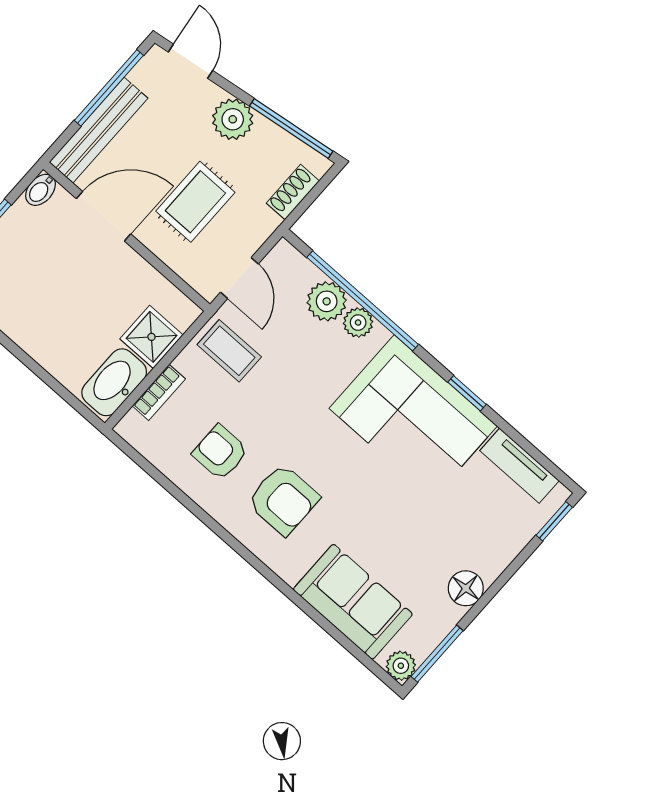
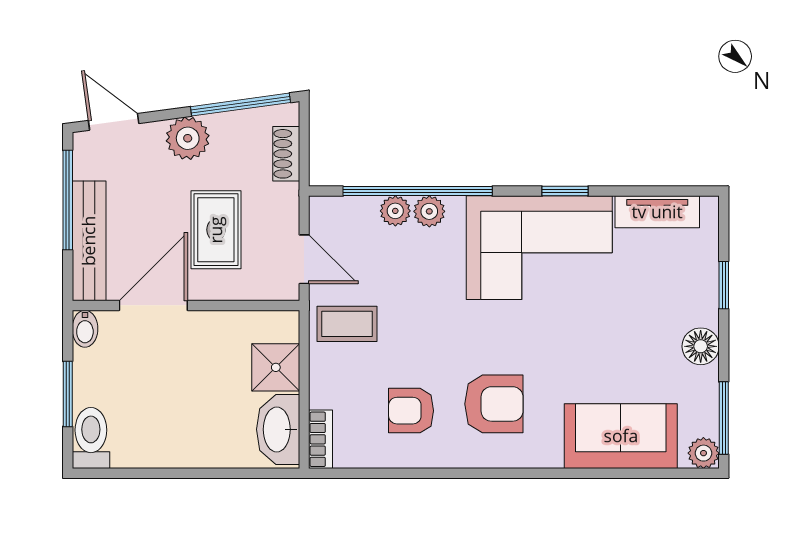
plant: (327, 301) -> (395, 211), width x0.73, depth x0.73
bookcase: (159, 392) -> (320, 439), moved
window: (554, 521) -> (724, 285), moved

